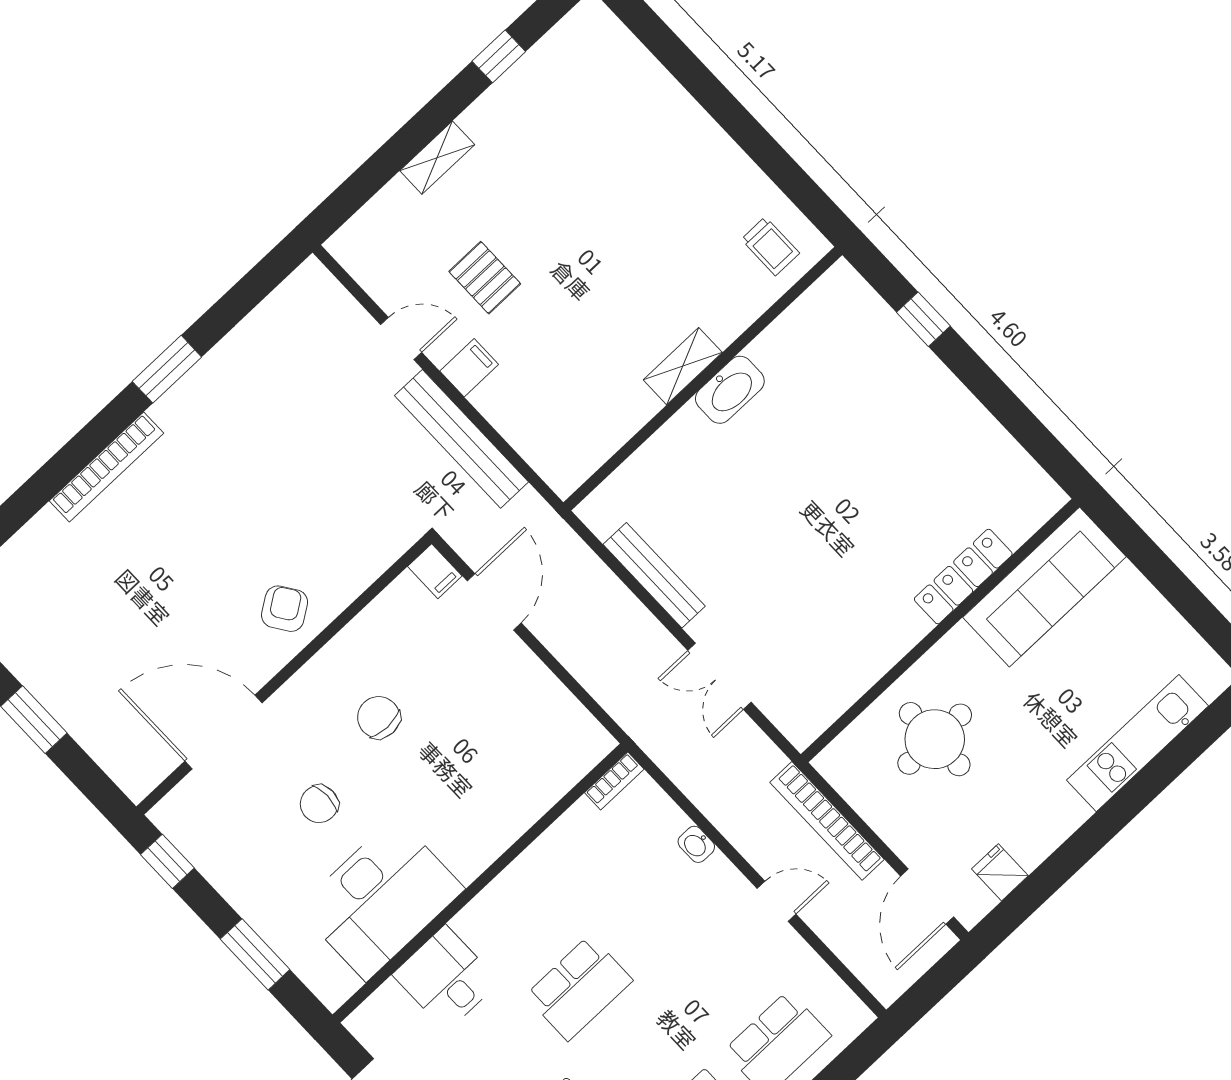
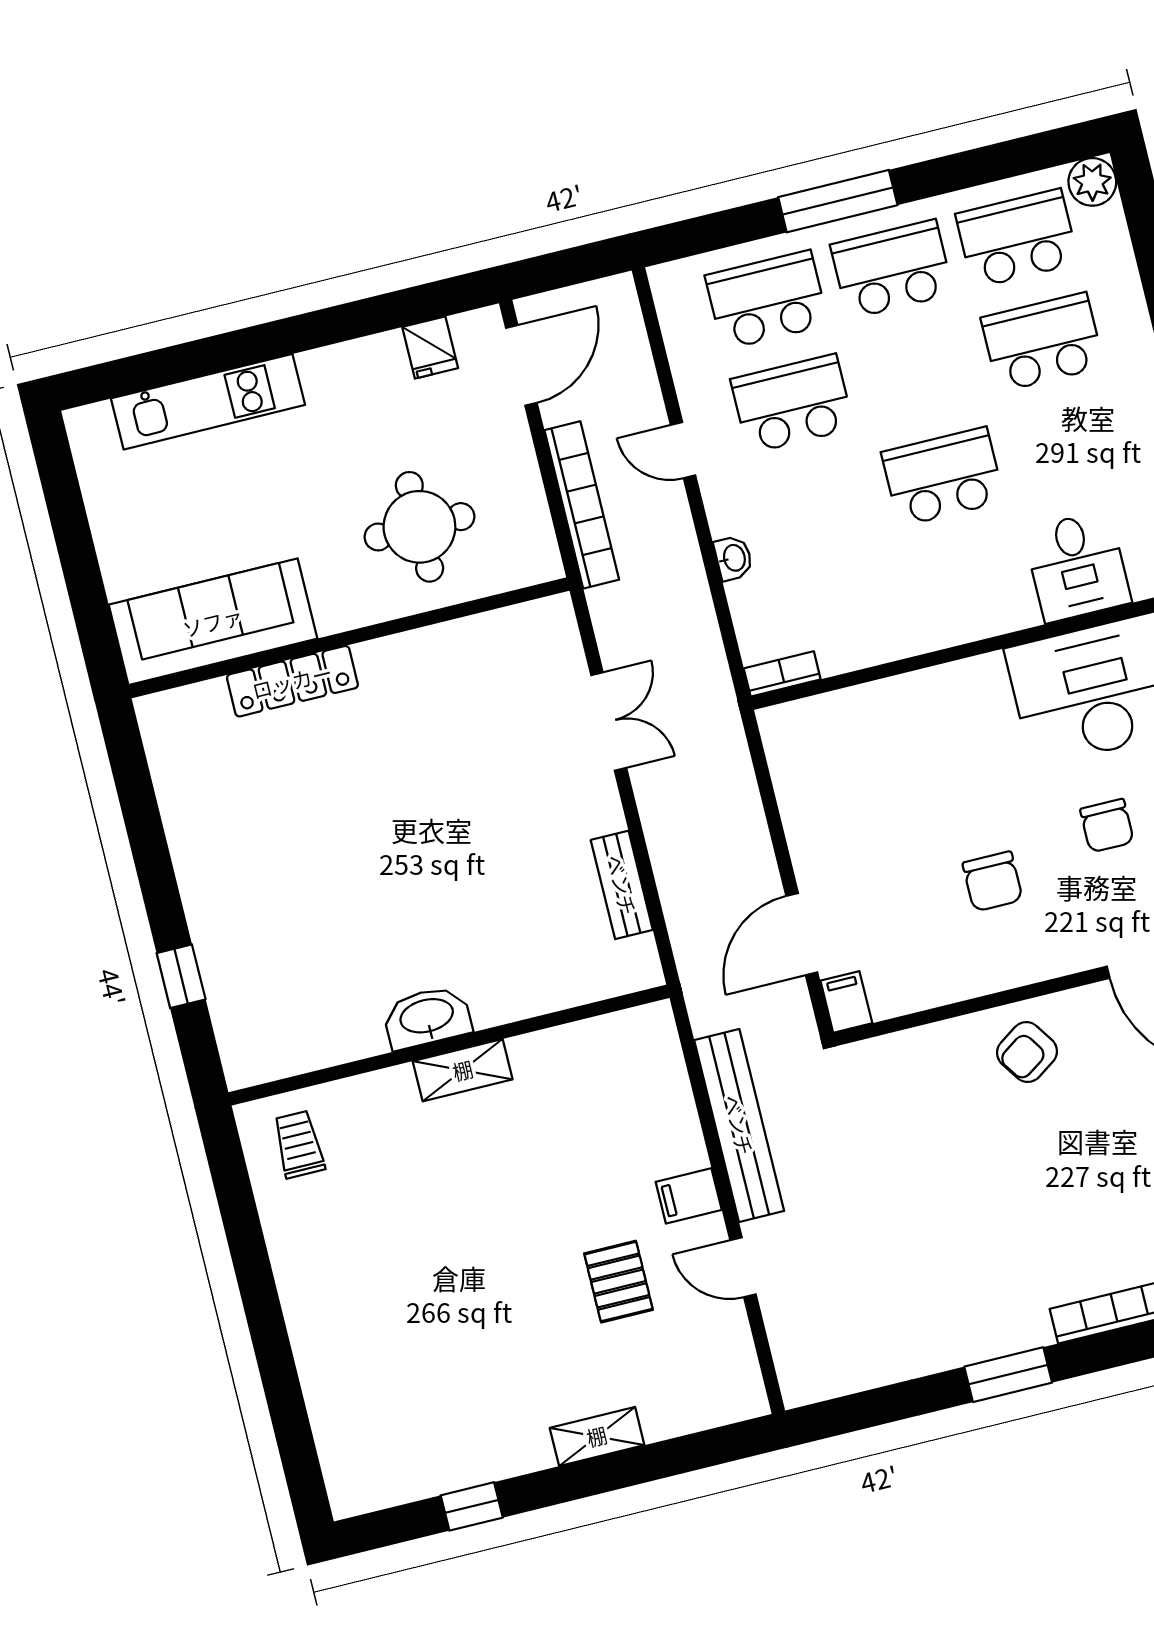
bench: (654, 575) -> (622, 885), width x0.73
chair: (319, 804) -> (1107, 826), turned 90
school desk: (717, 979) -> (792, 404), added

